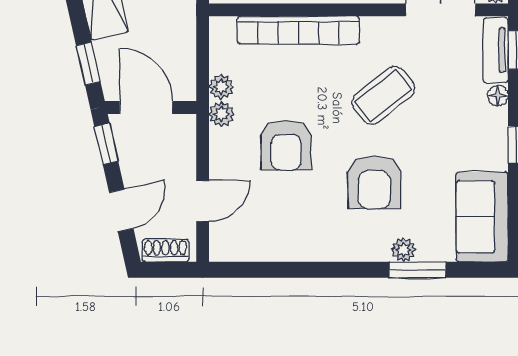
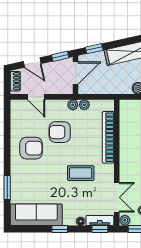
coffee table: (383, 95) -> (81, 173), turned -52
armchair: (374, 182) -> (31, 148), moved, turned 180
sofa: (482, 217) -> (36, 215), width x1.36
plant: (403, 250) -> (16, 182), removed

